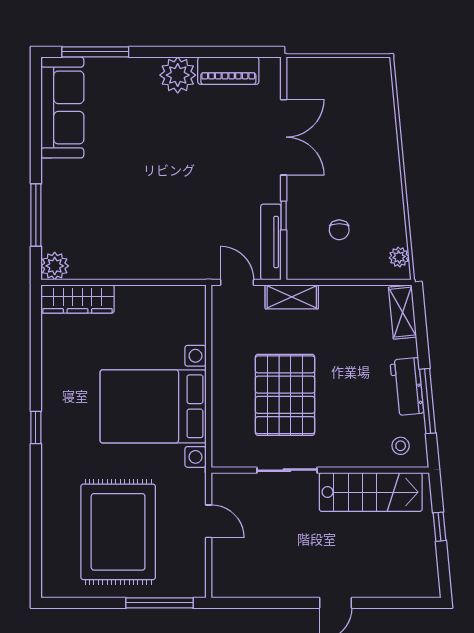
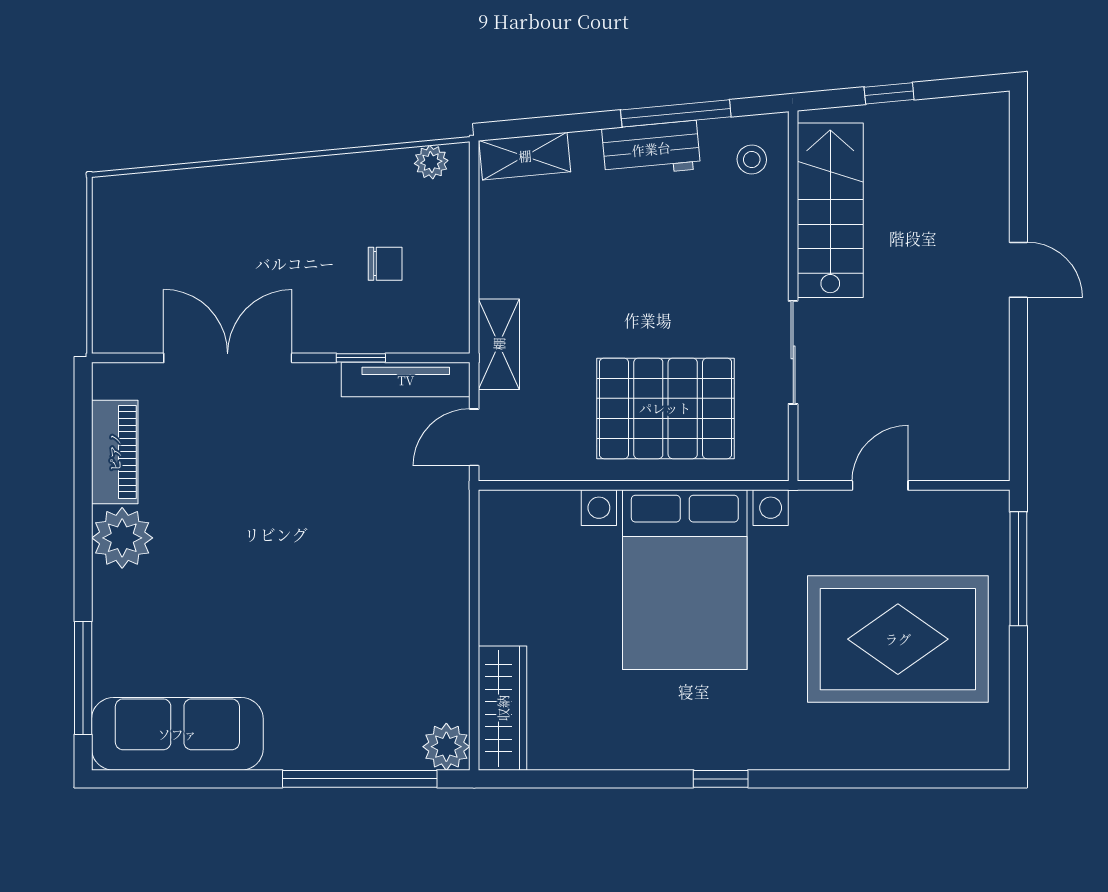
window: (36, 215) -> (360, 779), width x1.46
pallet: (285, 395) -> (665, 408), moved

